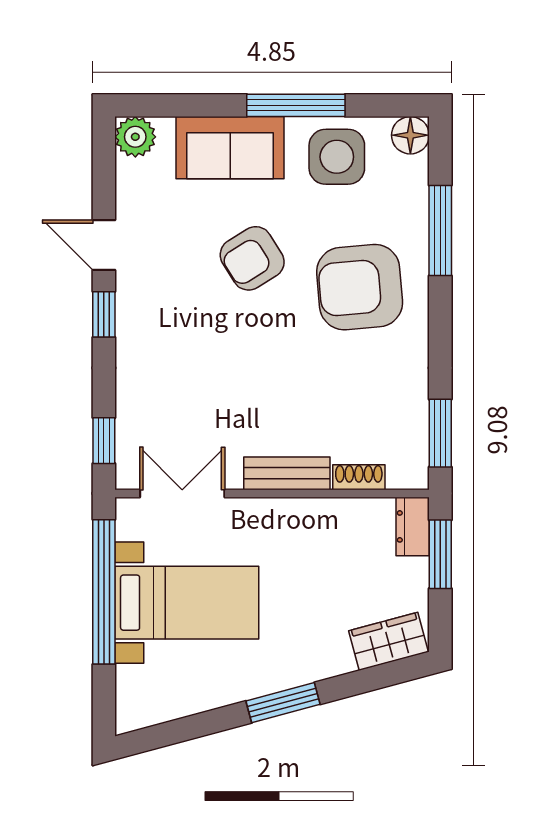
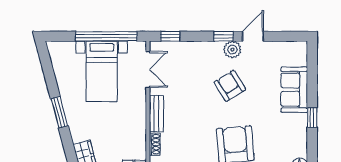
window: (296, 105) -> (312, 118), width x0.46
plant: (135, 137) -> (232, 50), moved
side table: (337, 157) -> (290, 135), removed
armchair: (252, 258) -> (230, 86), moved

